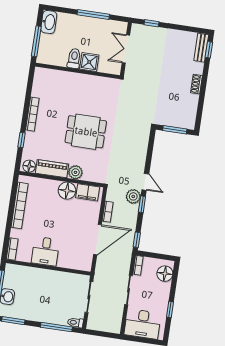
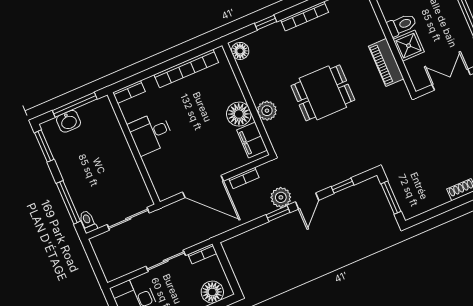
dining table: (86, 132) -> (323, 93), turned 90
piano: (52, 169) -> (386, 62), moved, turned 180
window: (137, 240) -> (343, 186), moved

